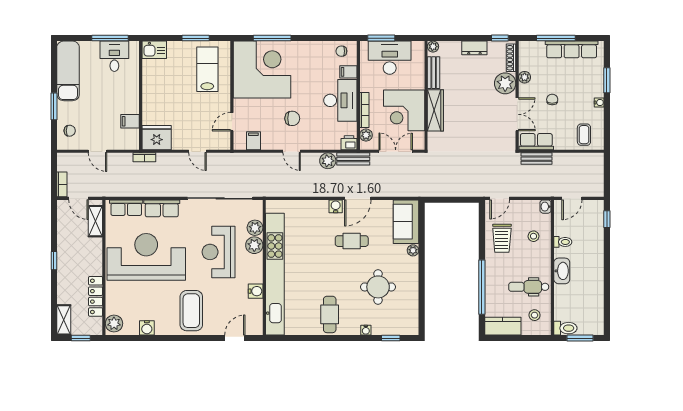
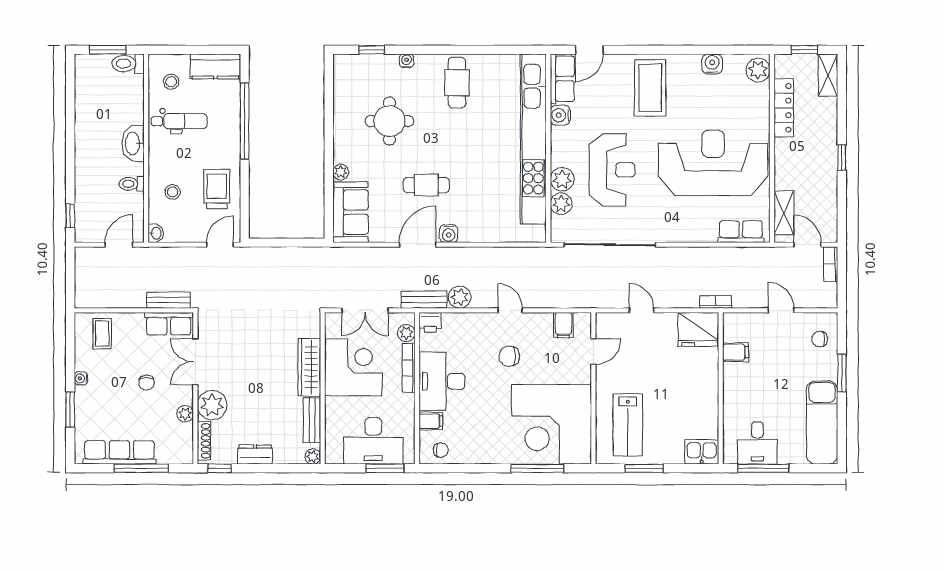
row of seats: (162, 208) -> (562, 79), moved, turned 90
reception desk: (146, 257) -> (713, 163), turned 180

